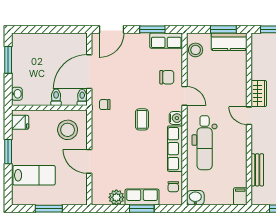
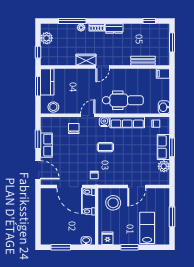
row of seats: (166, 41) -> (46, 145), moved

